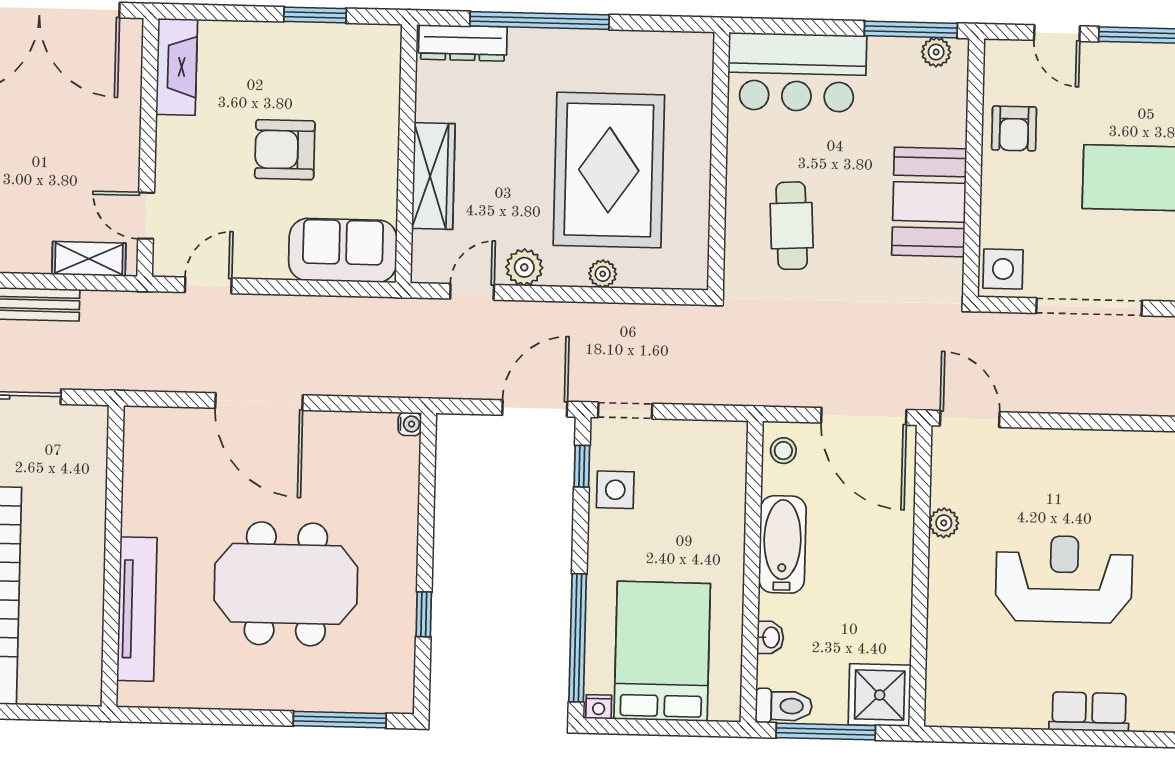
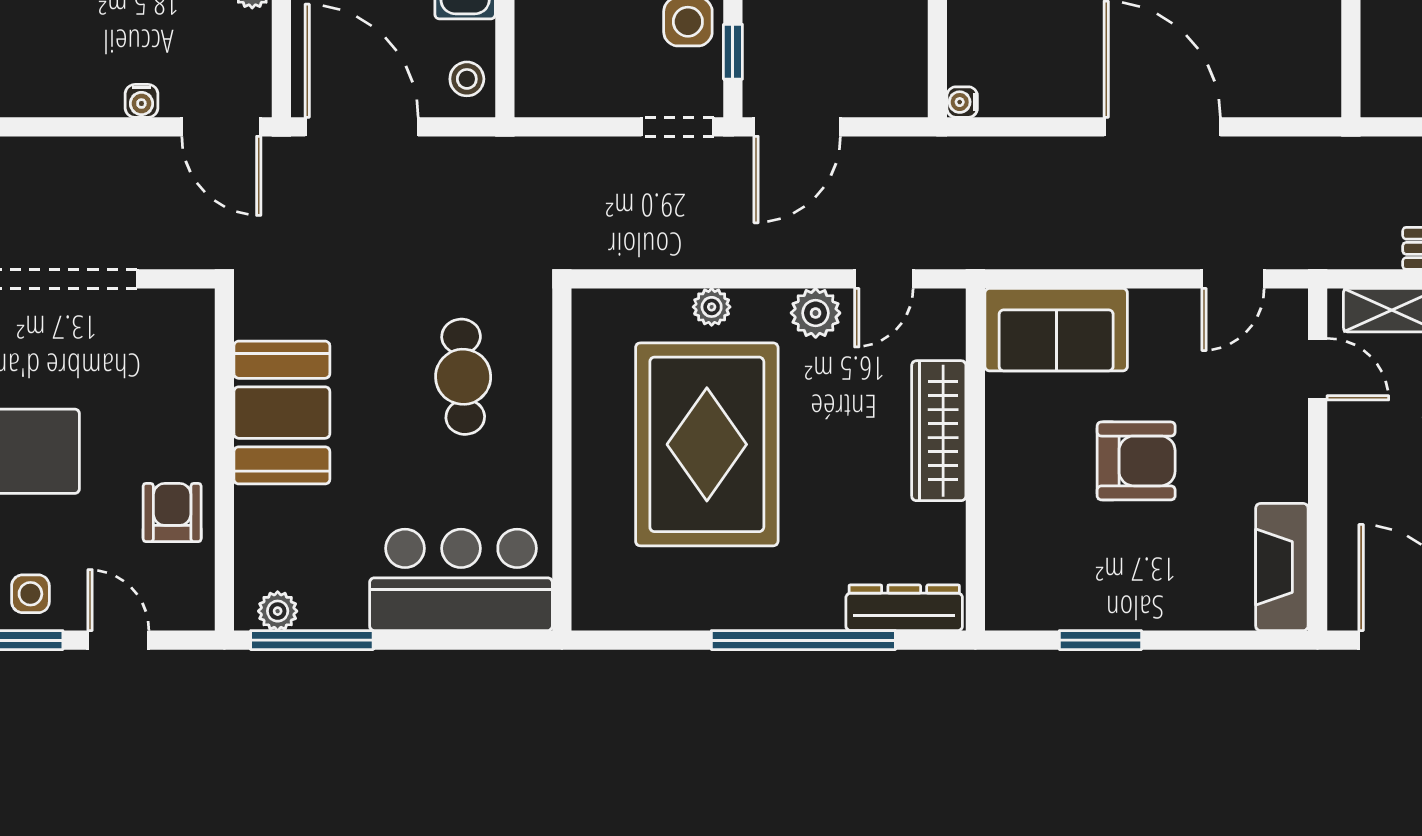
side table: (1003, 269) -> (30, 594), moved, width x0.73, depth x0.73
water cooler: (1030, 440) -> (141, 101), added

